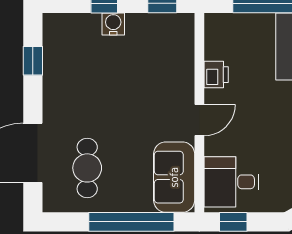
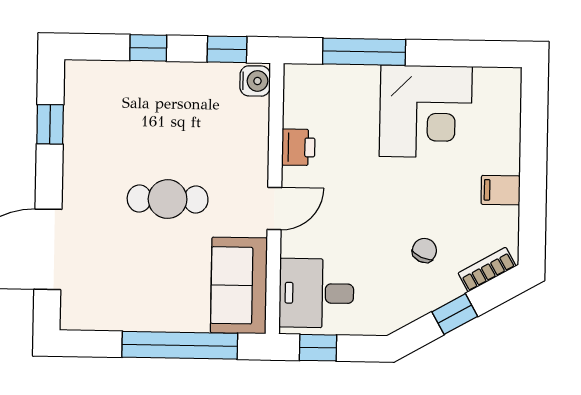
water cooler: (113, 24) -> (255, 81), moved, turned 90
cafe table: (87, 168) -> (168, 199), moved, turned 90

